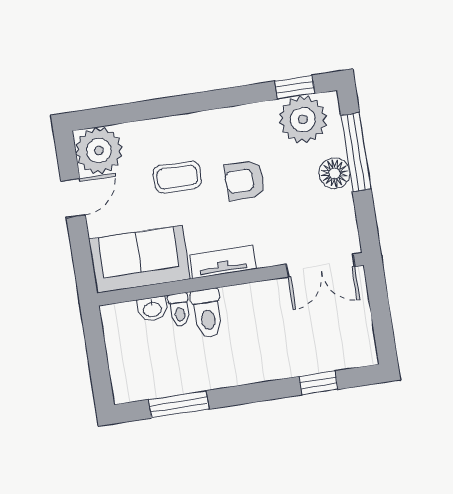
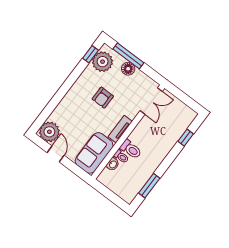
coffee table: (177, 177) -> (81, 117), removed

